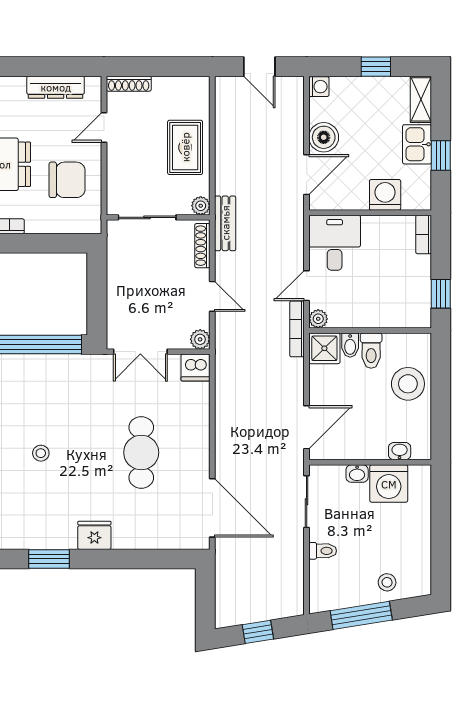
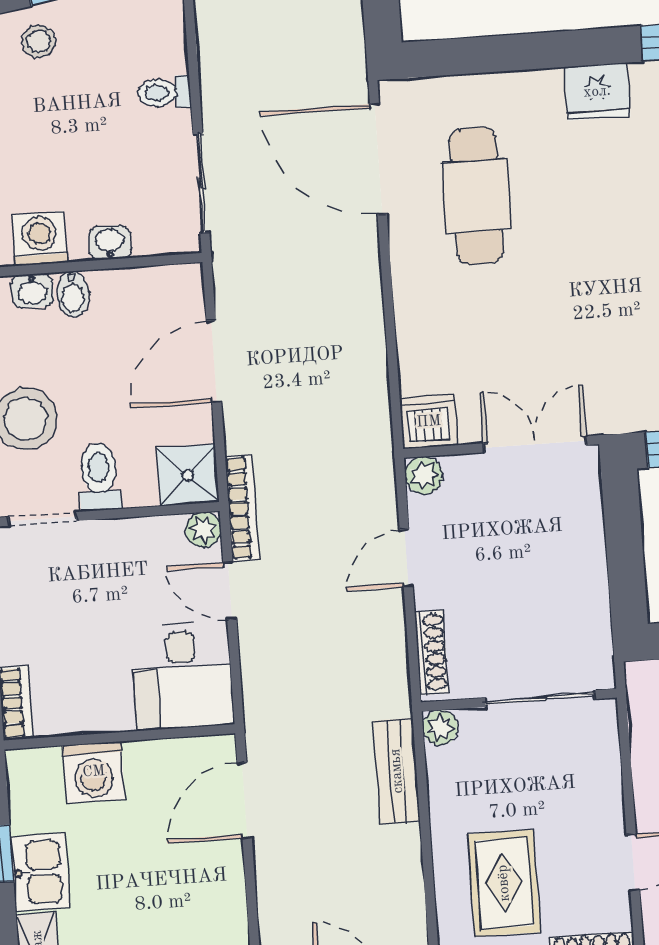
boiler: (324, 137) -> (217, 873), removed
rug: (185, 147) -> (504, 883), moved
bench: (225, 223) -> (397, 771), moved
door: (307, 286) -> (230, 591), swing flipped
door: (212, 296) -> (406, 558), hinge flipped
doorway: (403, 330) -> (42, 519), added
bidet: (350, 345) -> (73, 294), moved, turned 180
door: (307, 427) -> (214, 361), moved
cafe table: (141, 452) -> (477, 196), moved
washing machine: (389, 484) -> (40, 238), width x0.73, depth x0.73

